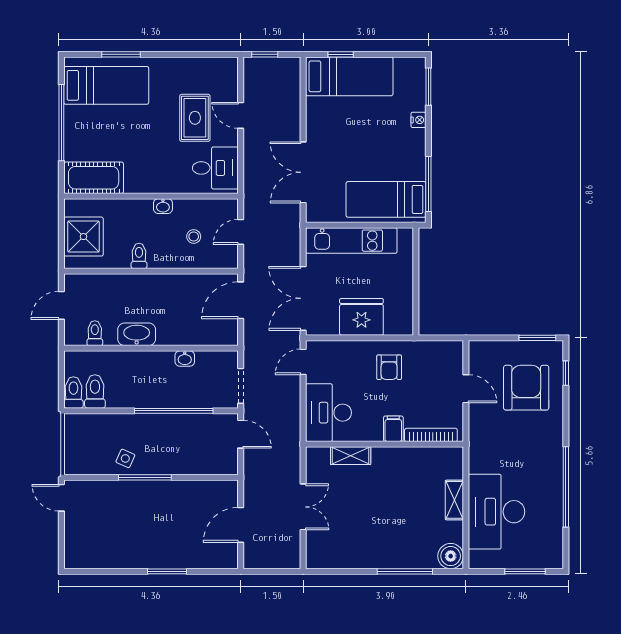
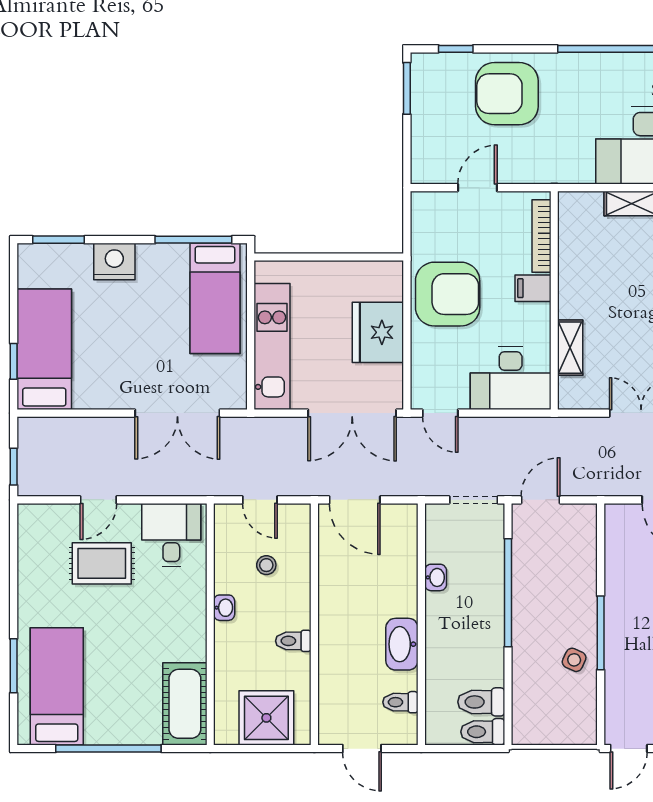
nightstand: (418, 120) -> (114, 262), width x1.89, depth x1.79
armchair: (389, 367) -> (448, 294), width x1.88, depth x1.88
armchair: (526, 388) -> (507, 94), moved

